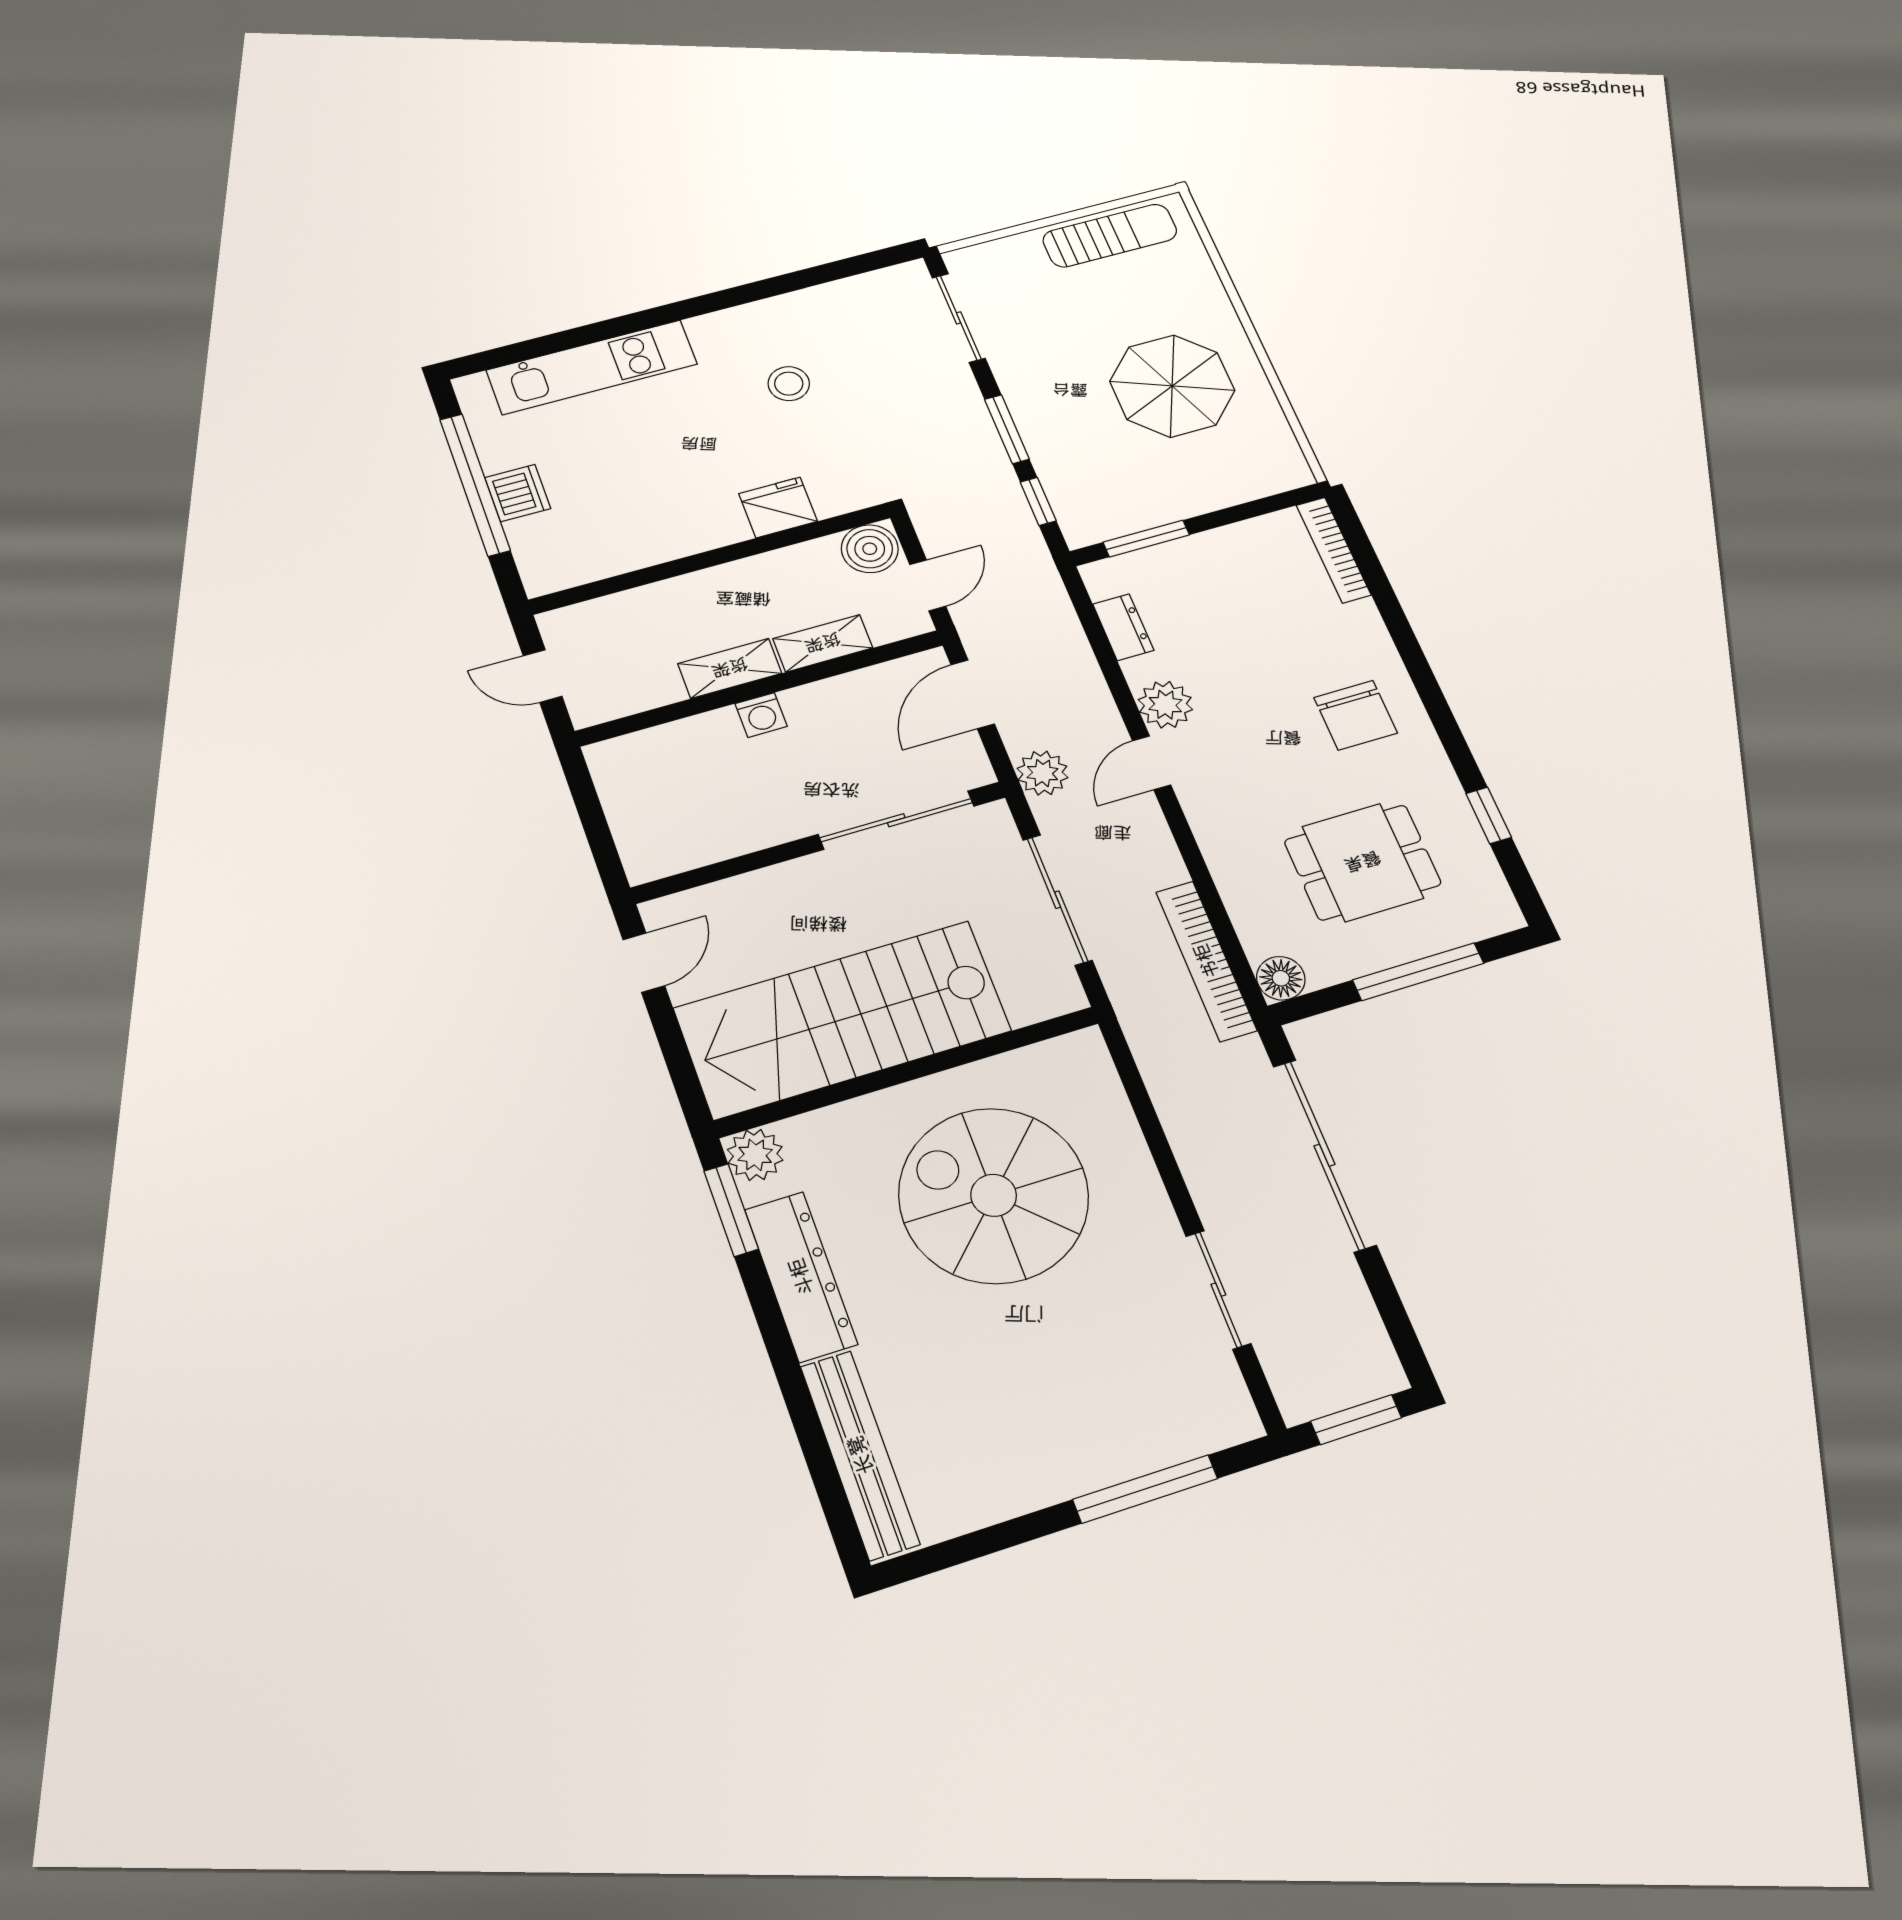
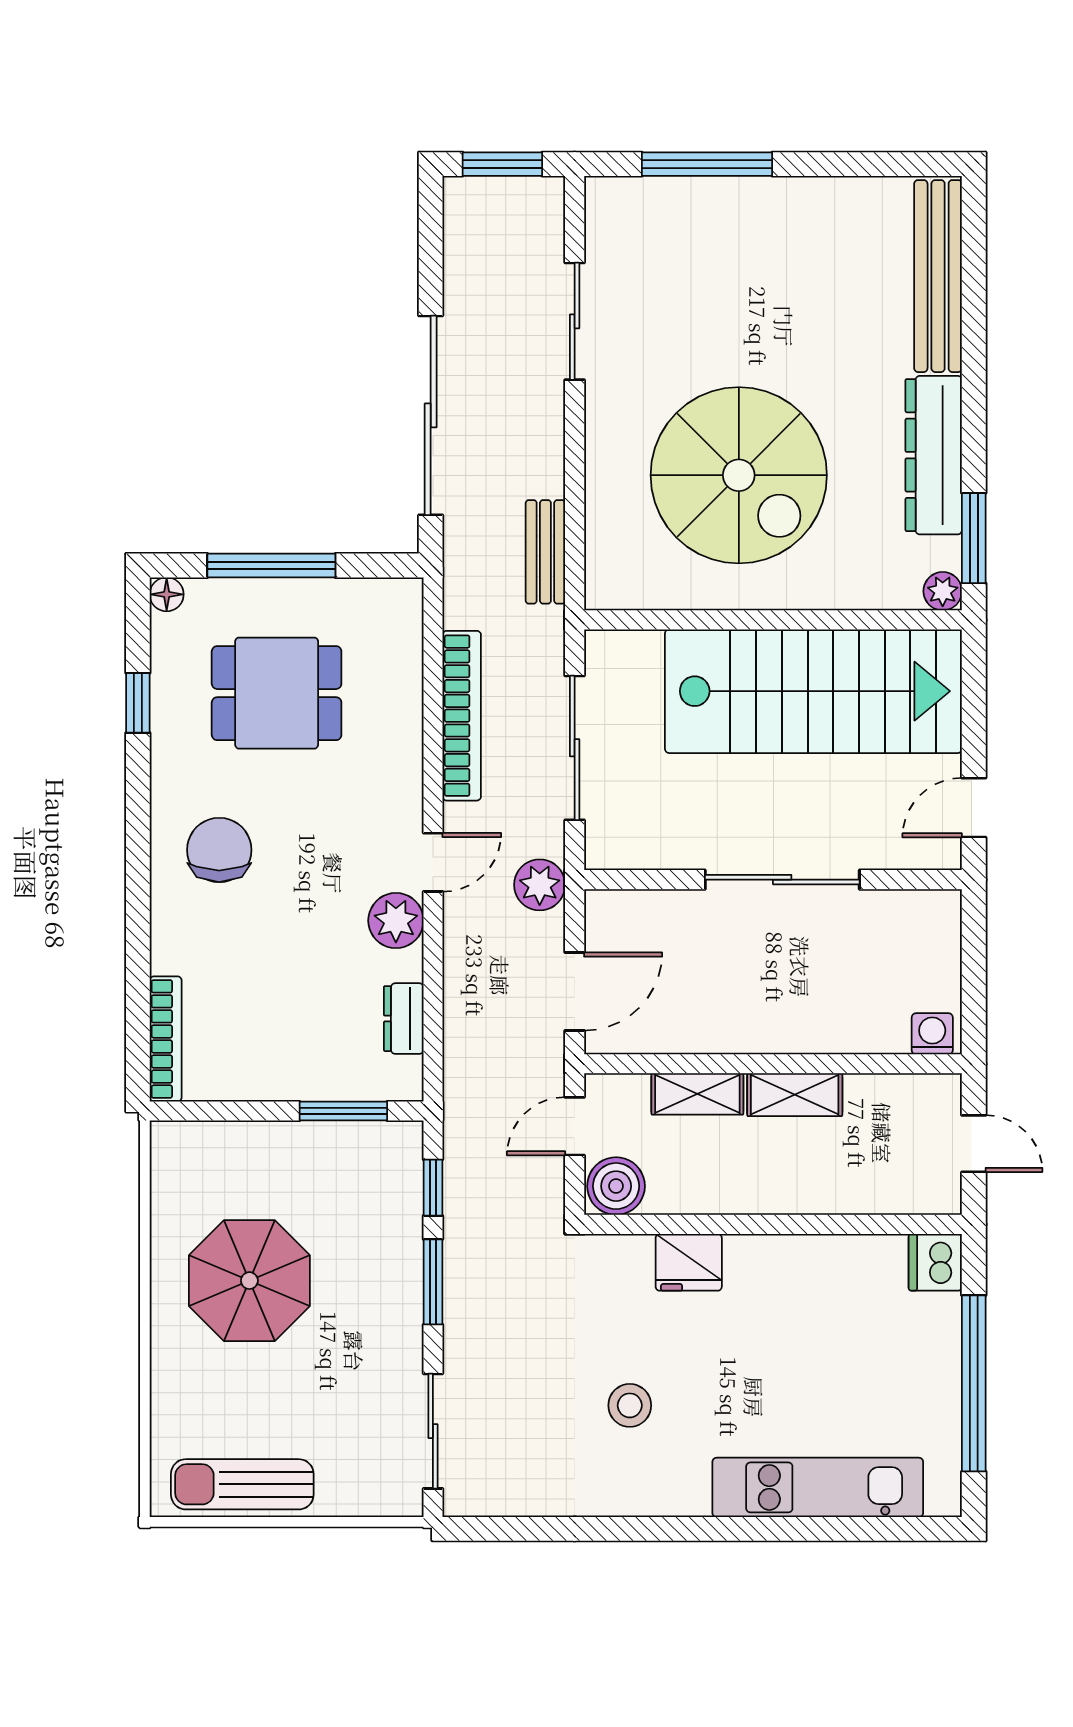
dishwasher: (518, 493) -> (935, 1262), moved
washing machine: (761, 715) -> (932, 1034), moved
sliding door: (896, 820) -> (782, 880), moved
bookcase: (1206, 961) -> (462, 716), moved
floor lamp: (1281, 978) -> (167, 594), moved, width x0.73, depth x0.73
bench: (1158, 1065) -> (545, 552), added
plant: (755, 1155) -> (943, 591), width x0.73, depth x0.73

